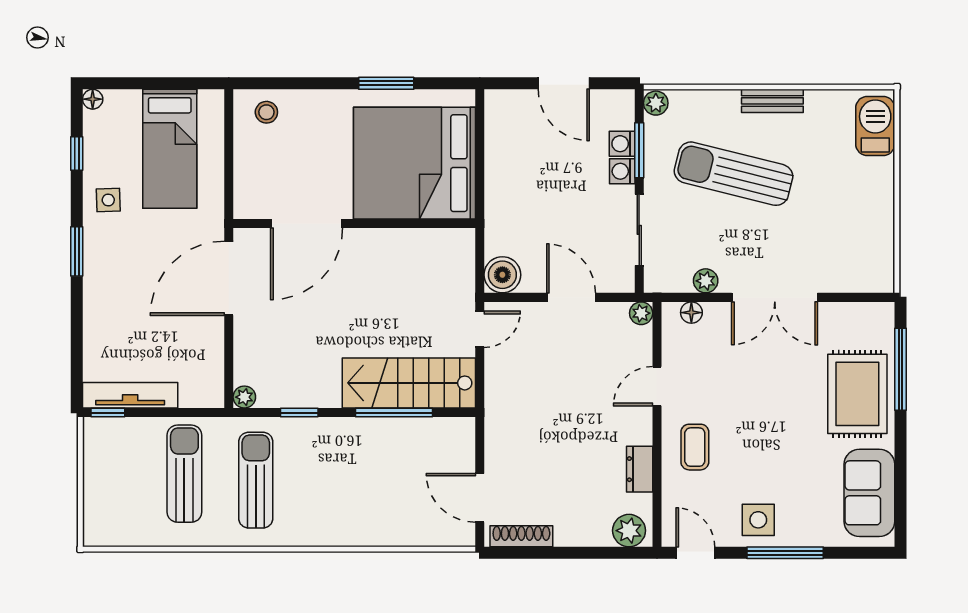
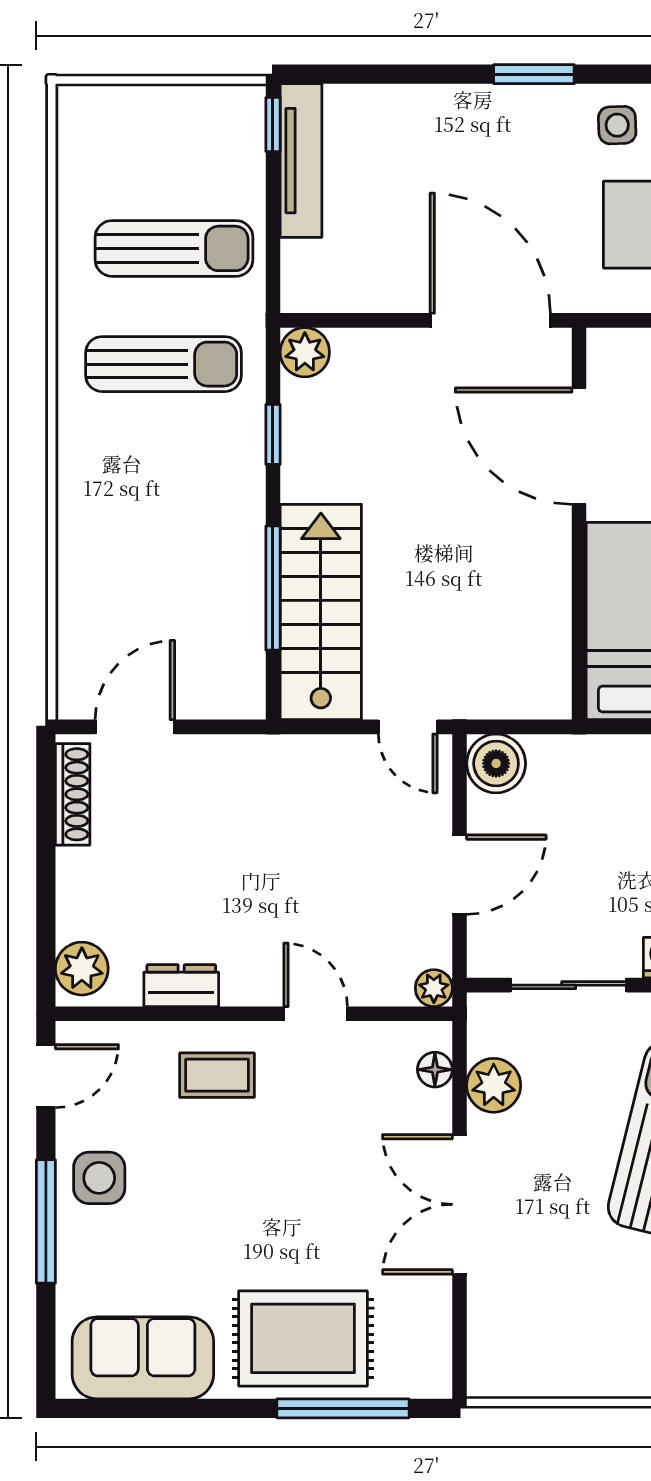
plant: (706, 281) -> (494, 1085), width x1.38, depth x1.38
plant: (244, 397) -> (305, 352), width x1.38, depth x1.38

